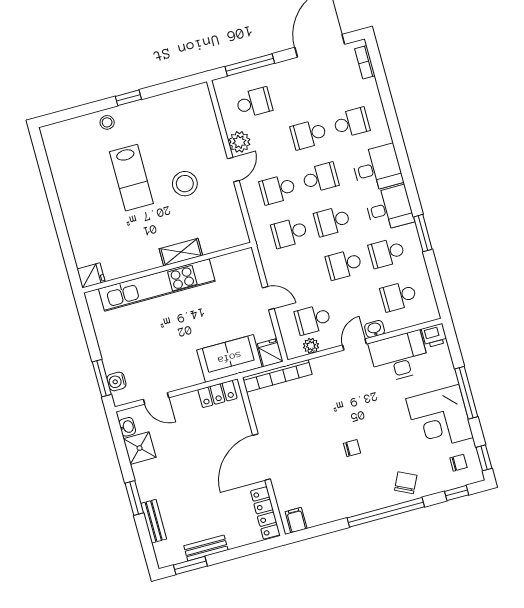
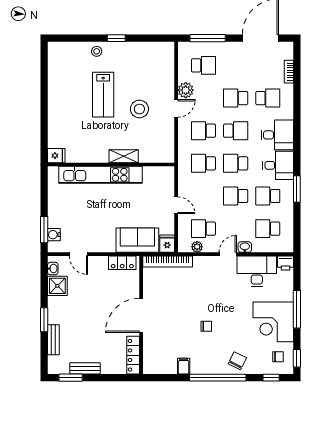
bookcase: (365, 62) -> (289, 72), moved
filing cabinet: (296, 520) -> (184, 366), moved

